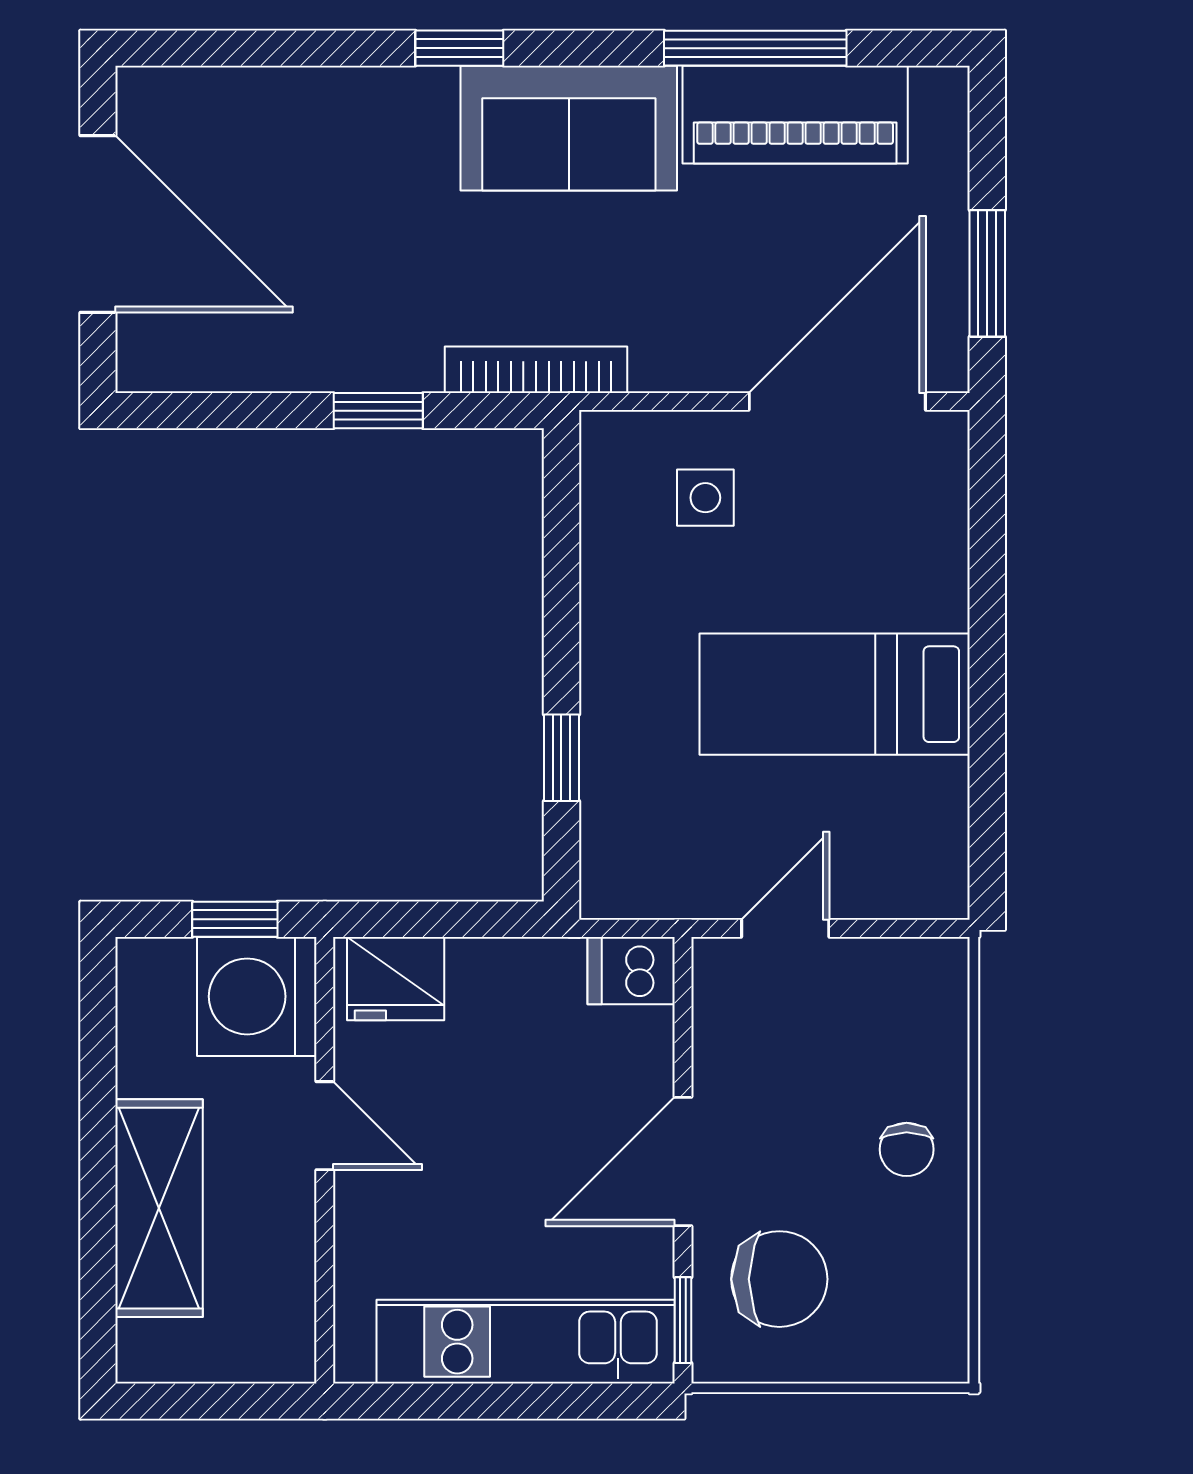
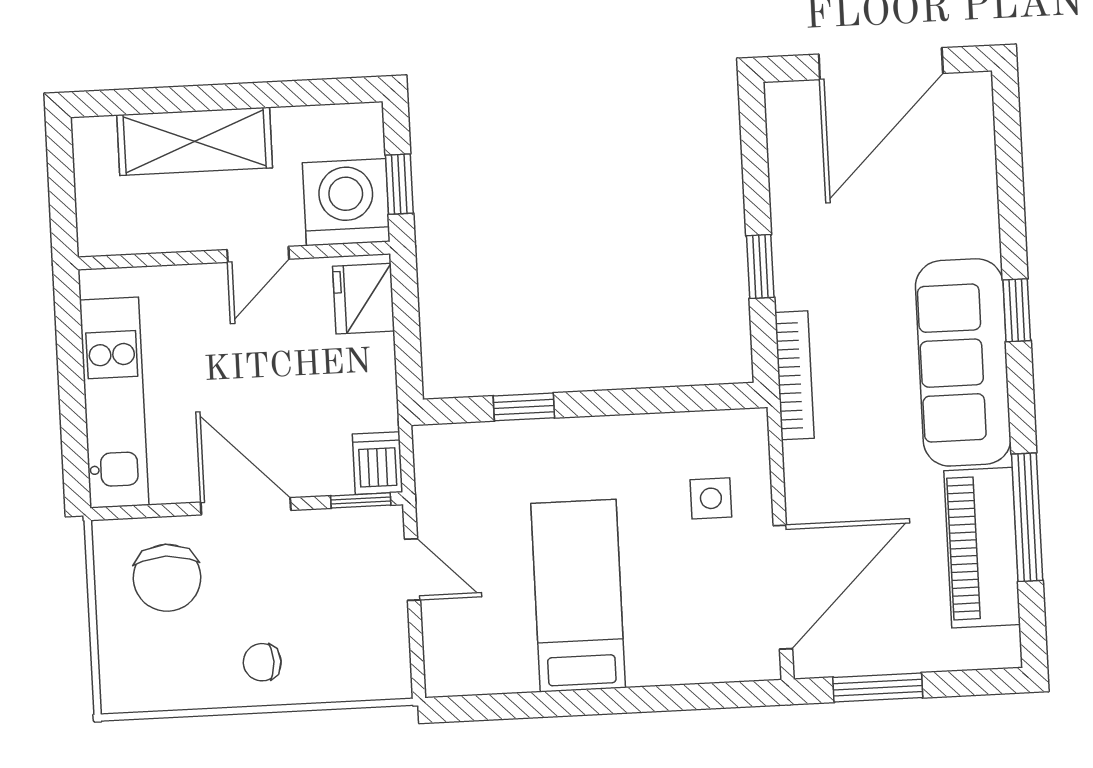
sofa: (569, 128) -> (963, 362), width x1.36
door: (837, 401) -> (783, 587), hinge flipped
window: (683, 1320) -> (361, 500), moved

